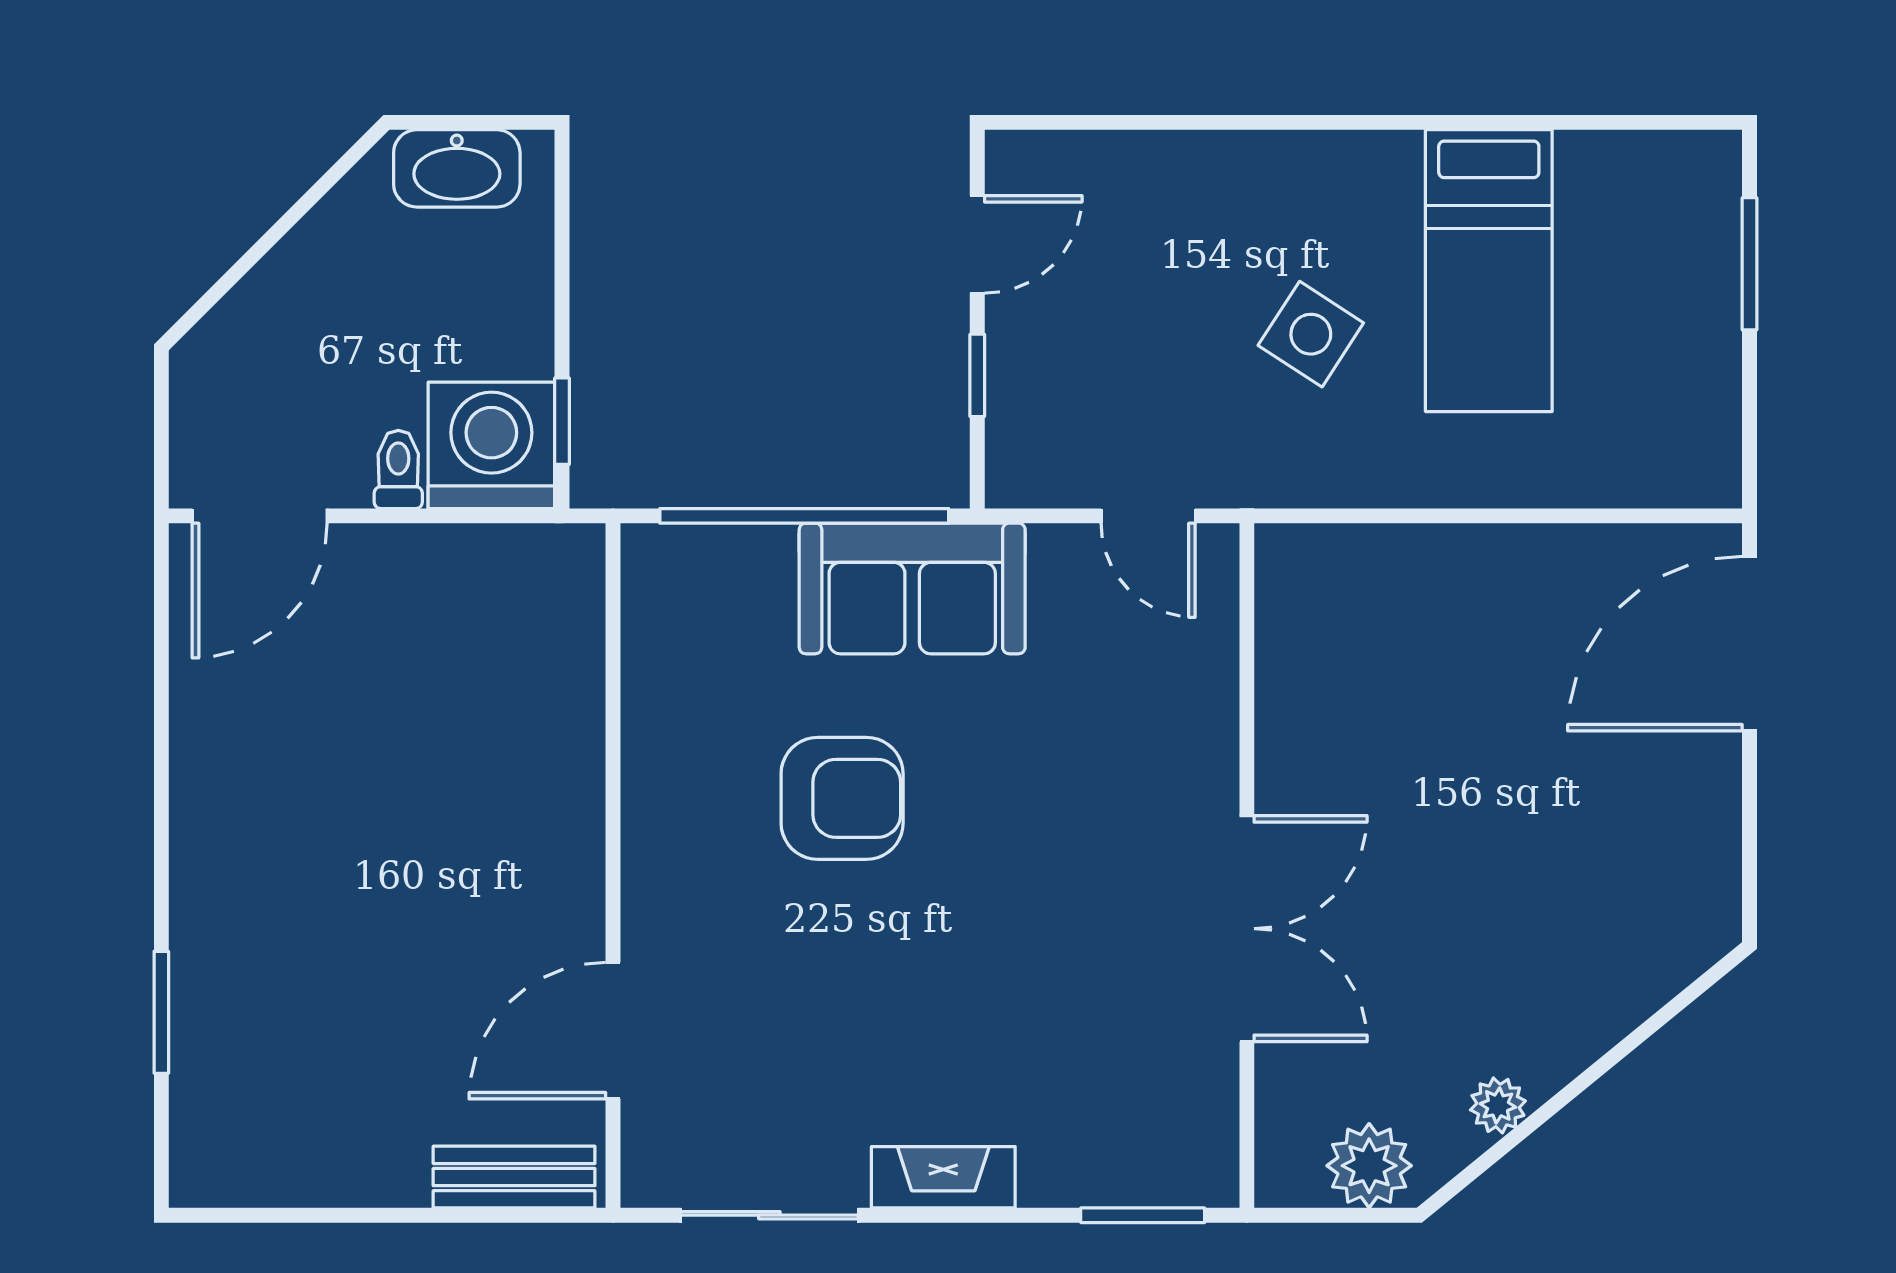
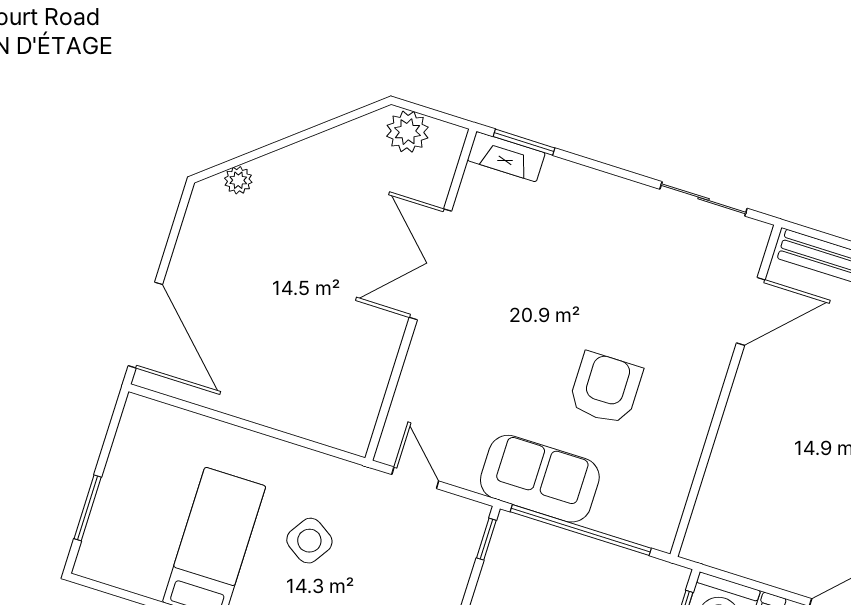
window: (977, 375) -> (486, 539), moved
door: (1749, 644) -> (145, 325), hinge flipped
armchair: (842, 798) -> (605, 388), turned 90
plant: (1498, 1105) -> (238, 180), moved
fireplace: (943, 1177) -> (506, 157), moved

